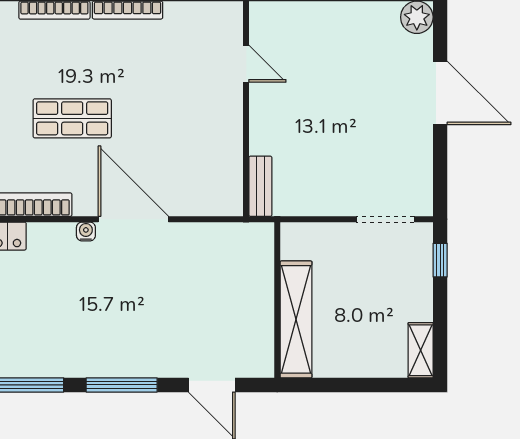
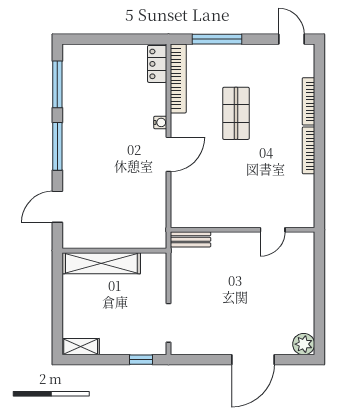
door: (133, 219) -> (168, 154), width x0.73

